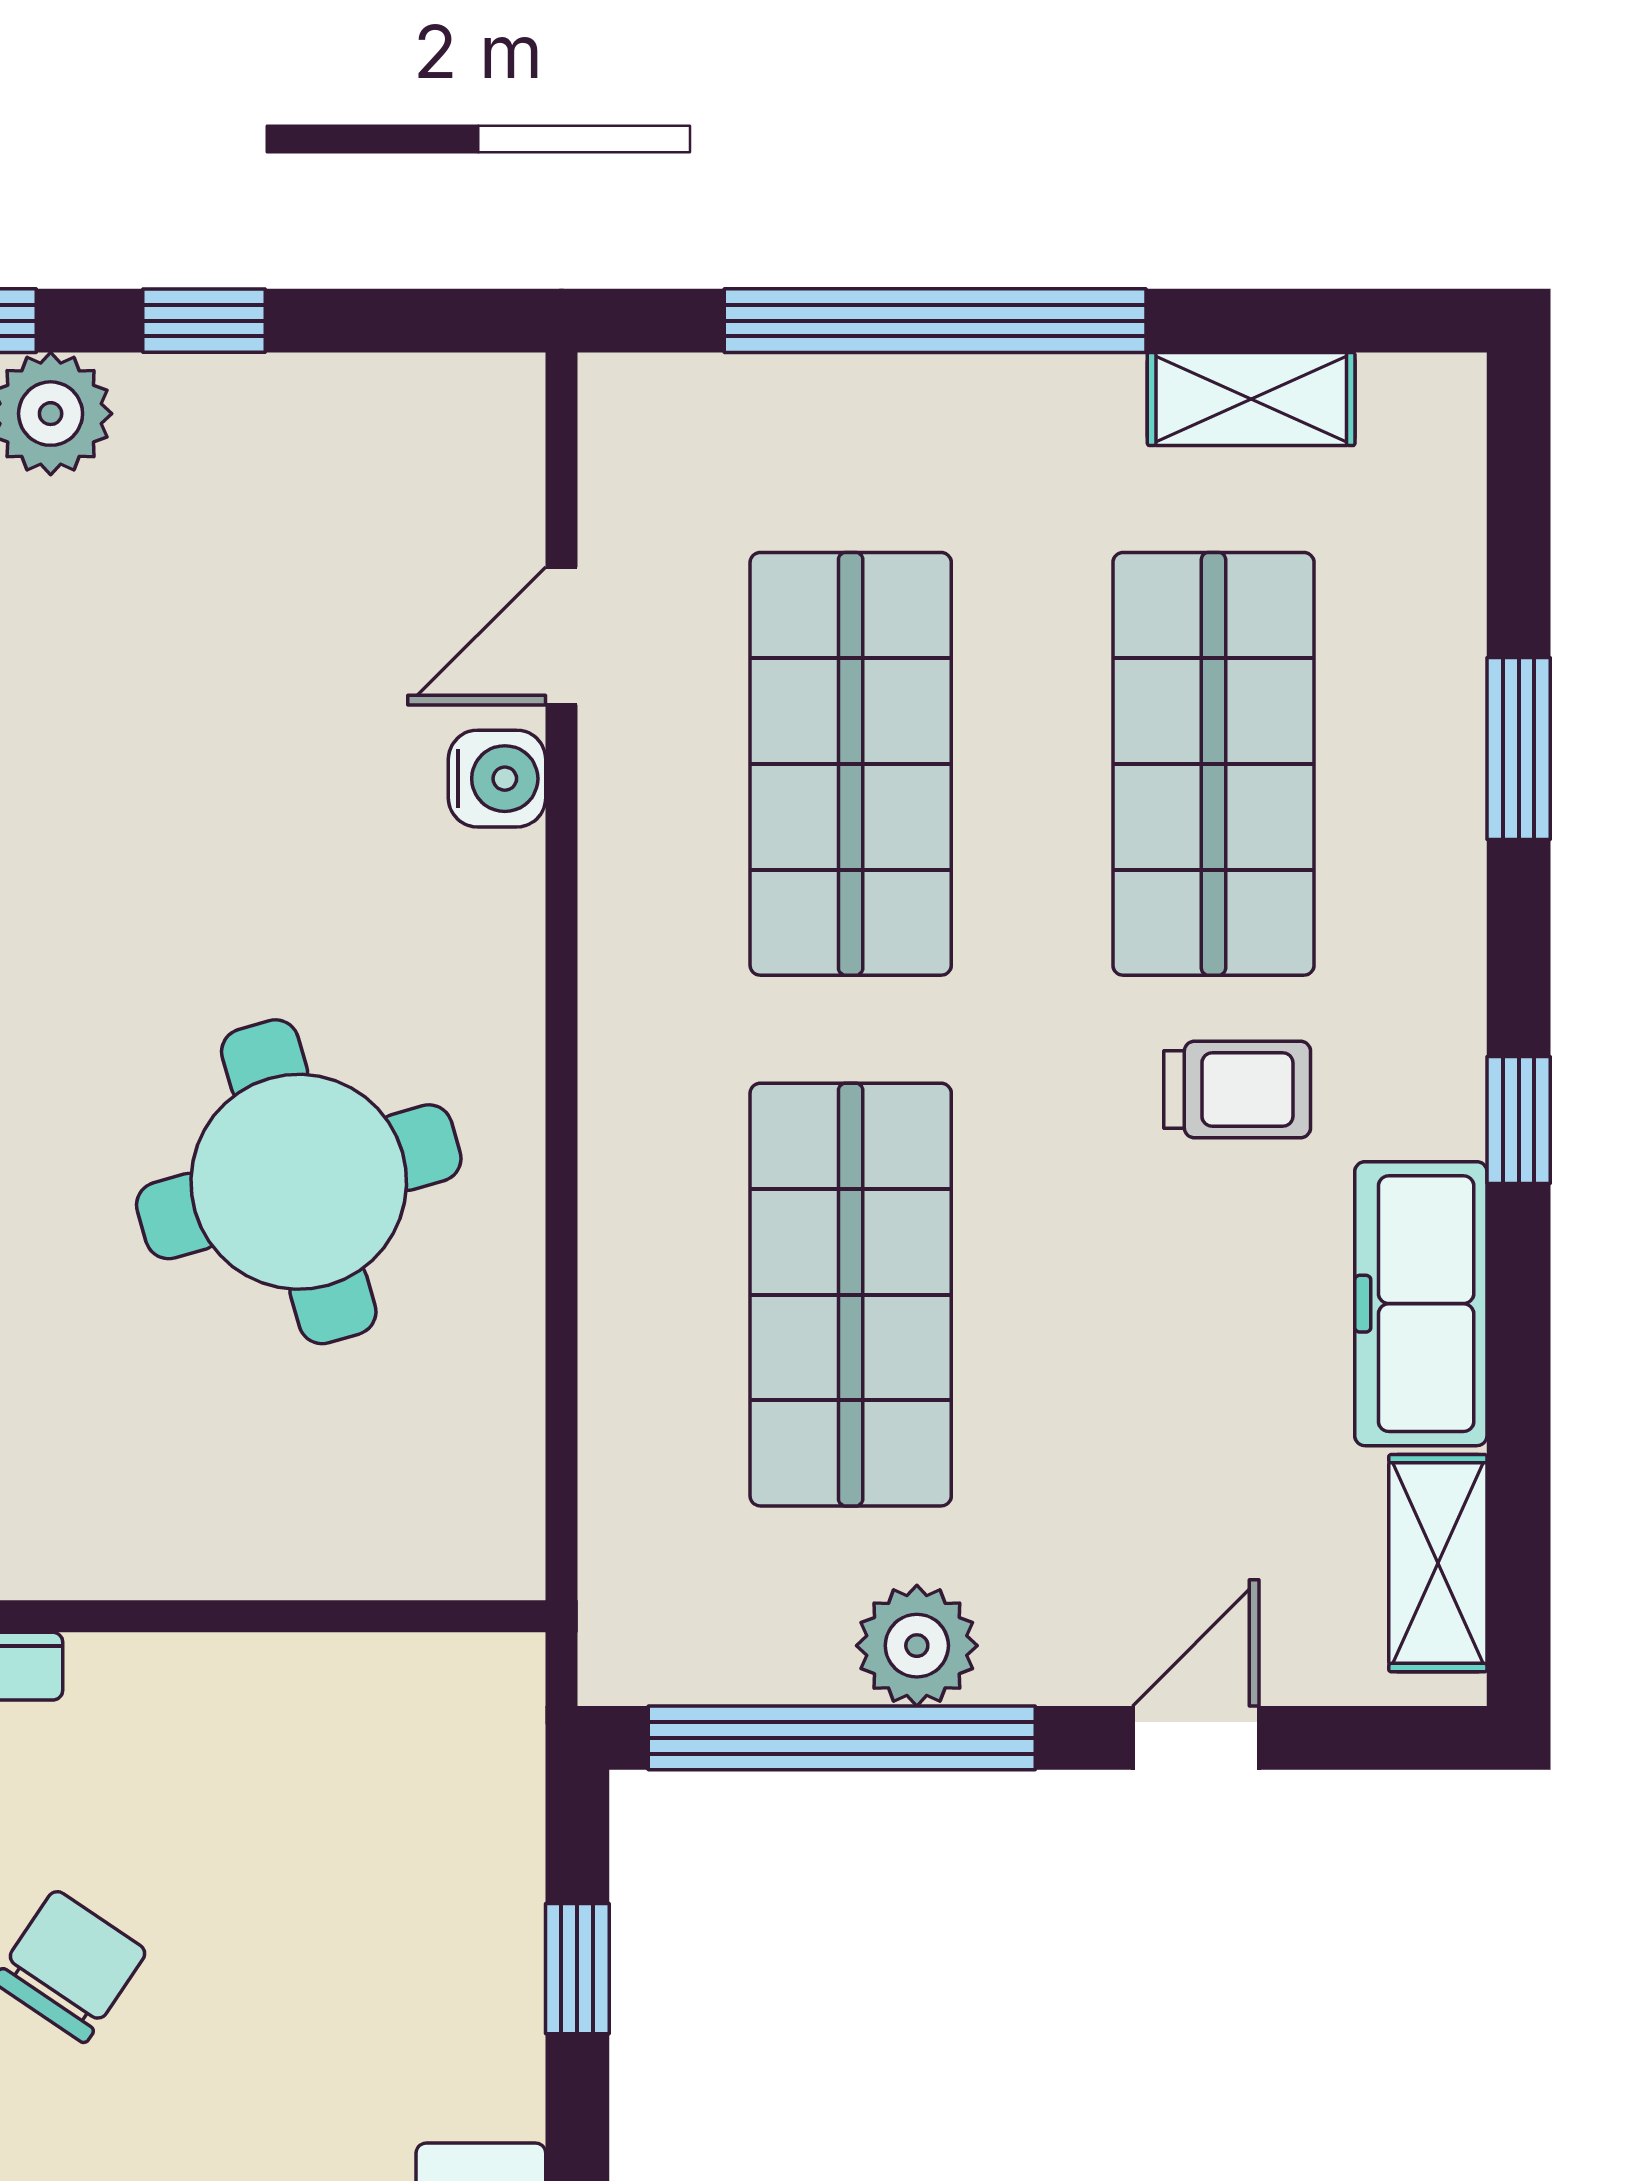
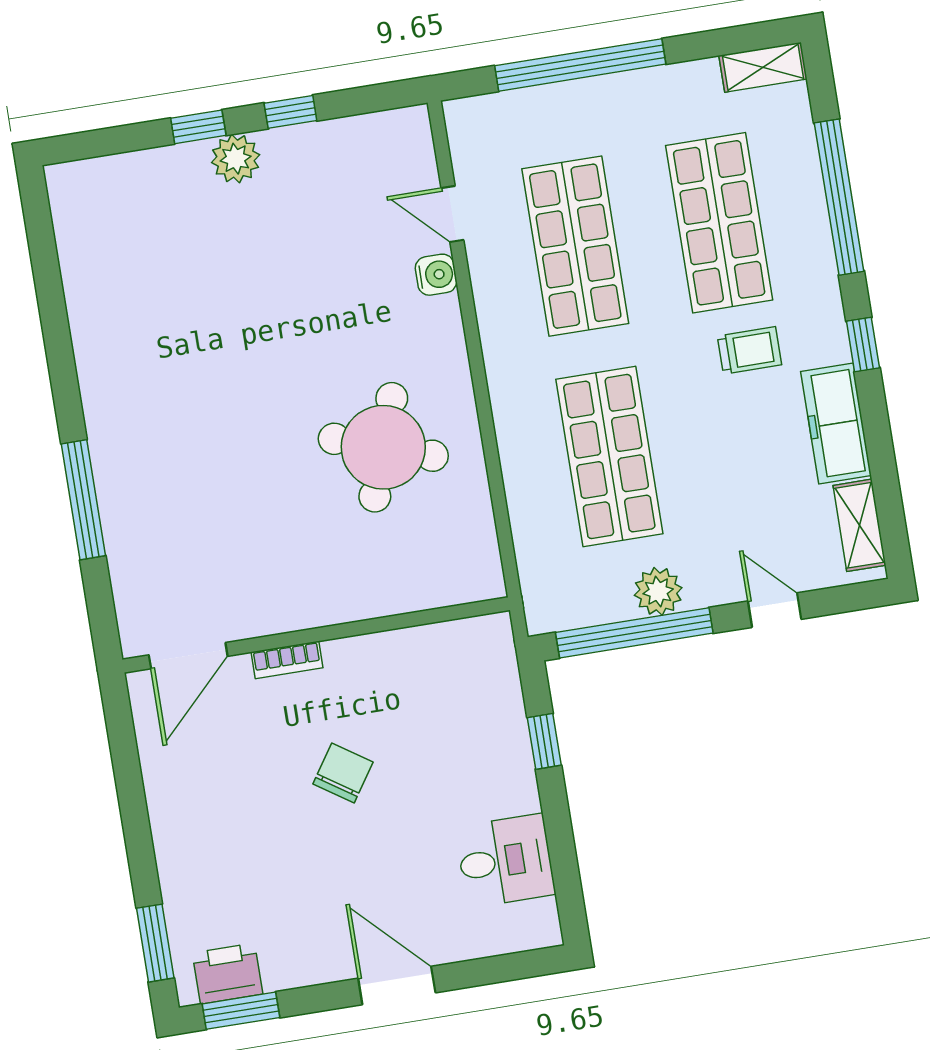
shelving: (1251, 399) -> (763, 67), moved
door: (561, 636) -> (452, 214), hinge flipped
window: (1519, 748) -> (839, 197), width x2.11
round table: (299, 1182) -> (383, 447), turned 35
door: (1196, 1738) -> (775, 610), hinge flipped

